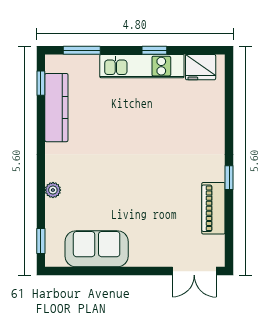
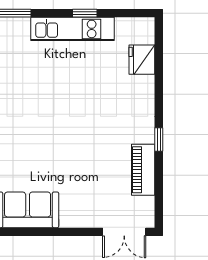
fridge: (201, 67) -> (142, 60), moved, turned 90

